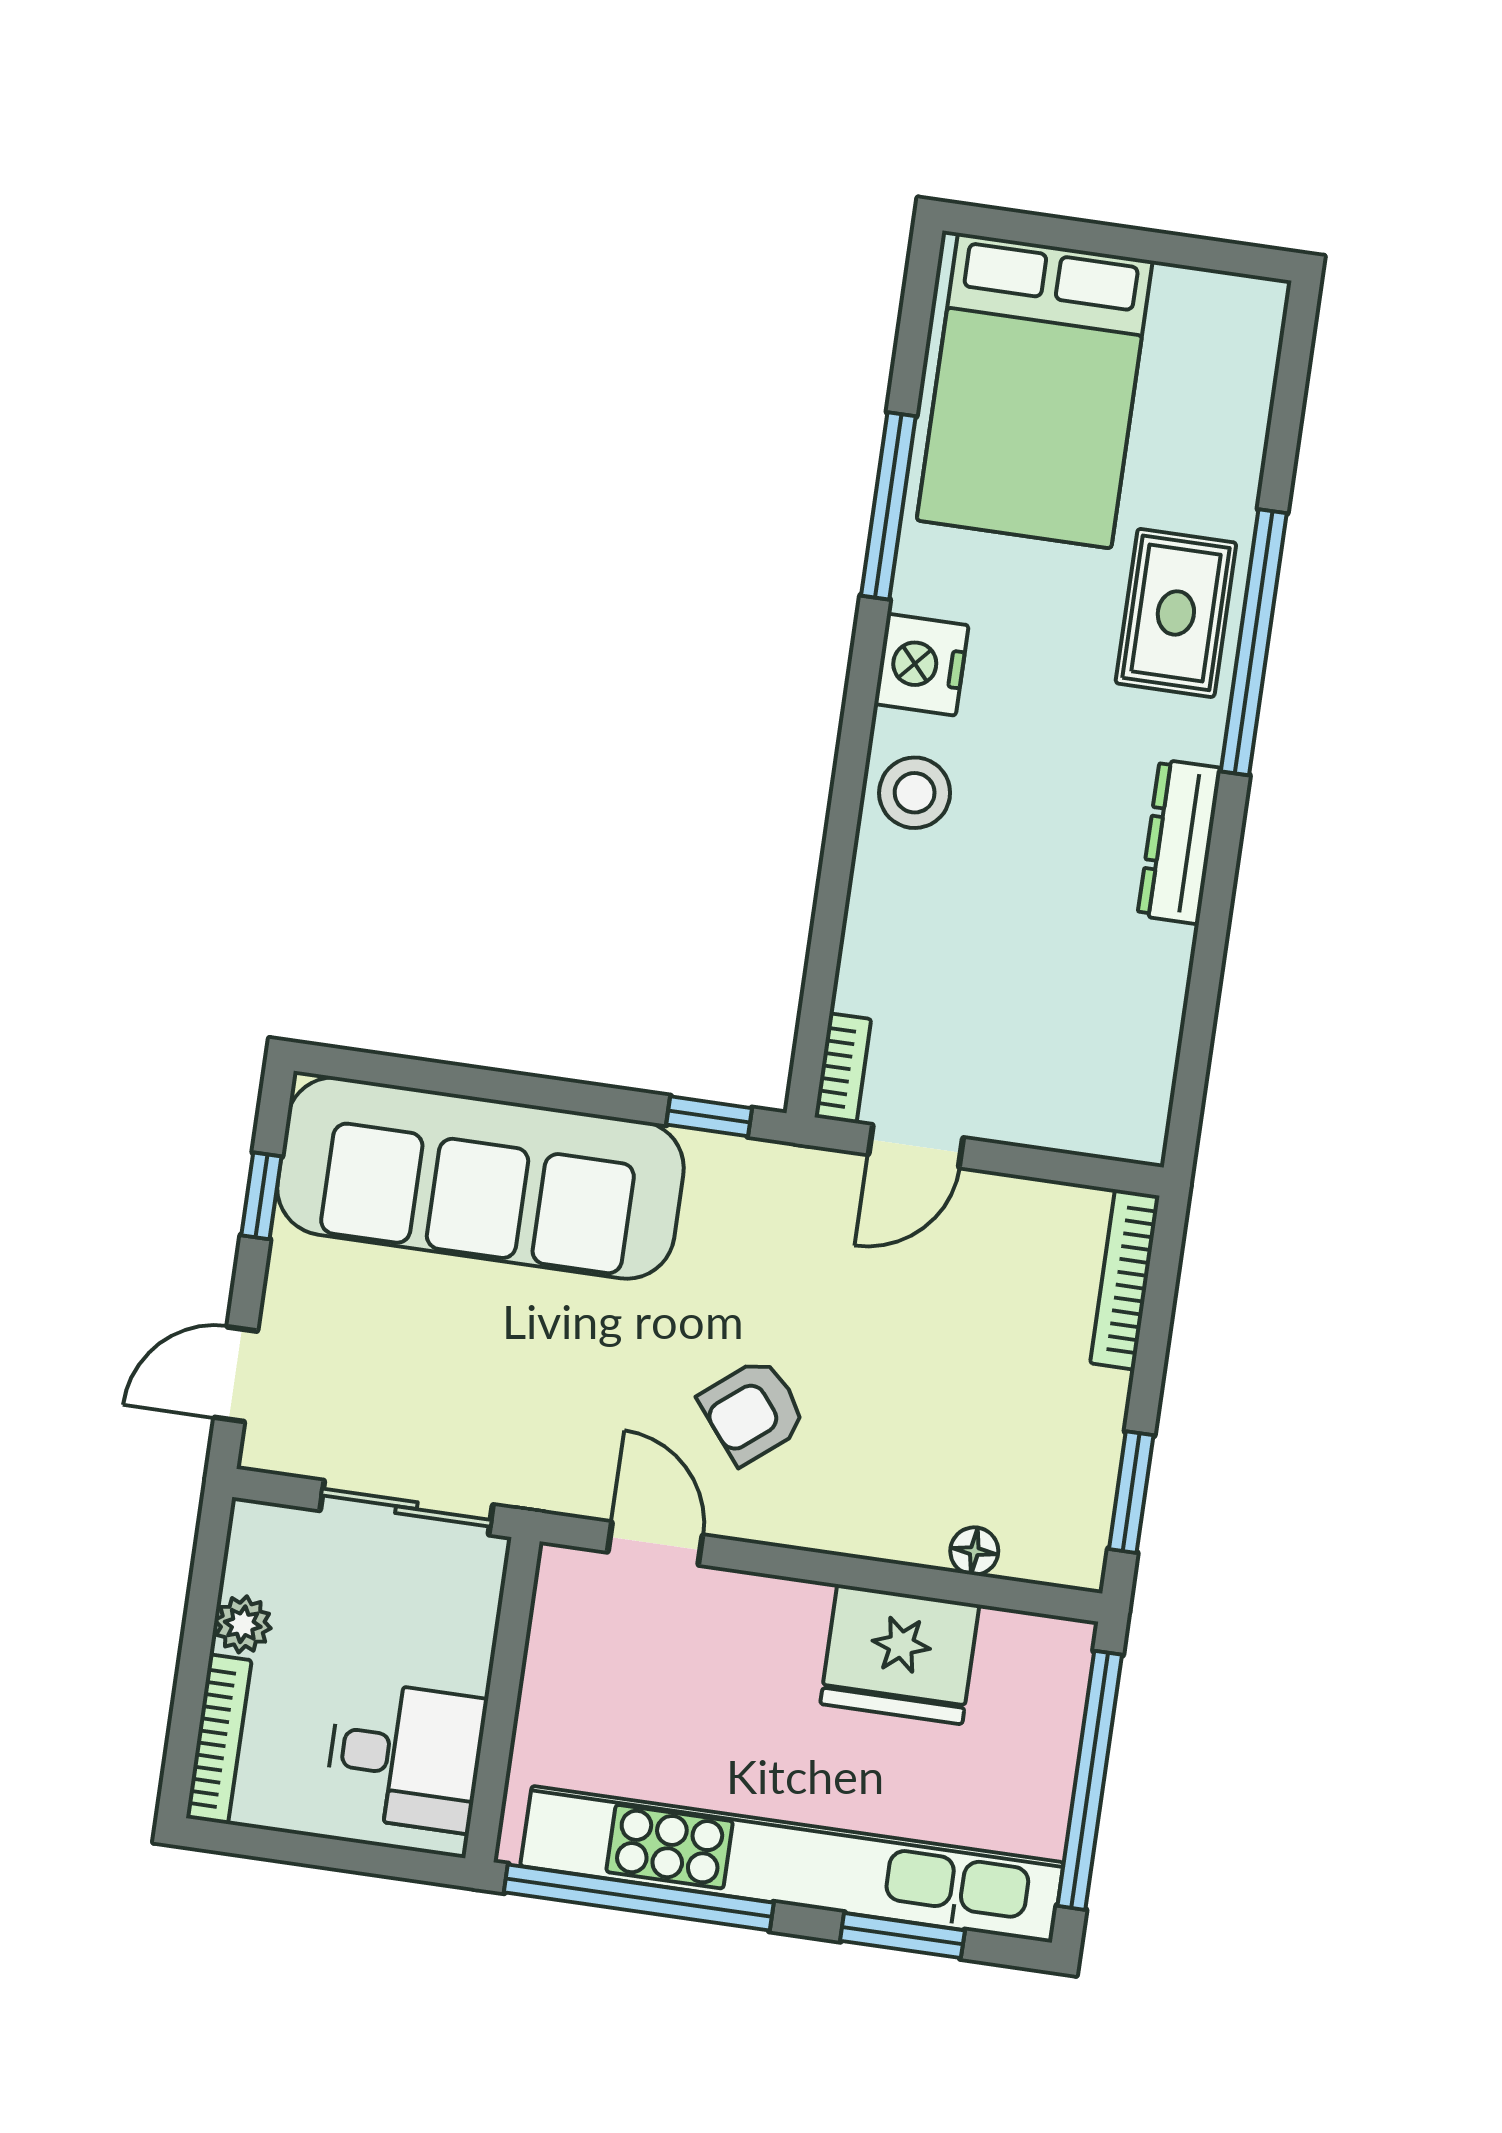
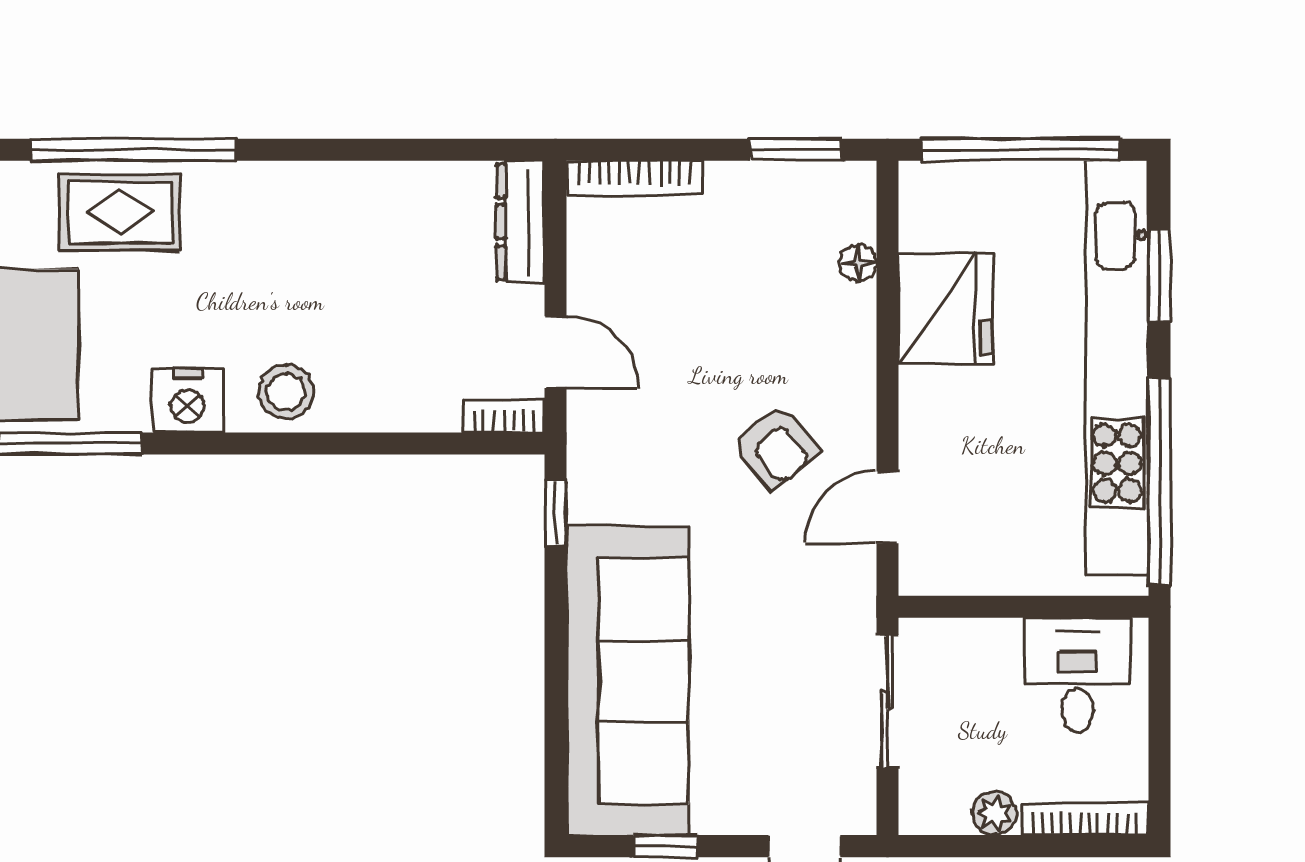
dresser: (1179, 842) -> (521, 222), moved, turned 90

